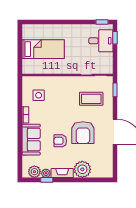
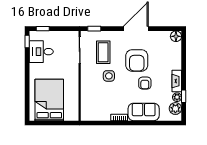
desk: (101, 41) -> (41, 52), moved, turned -90
bed: (43, 49) -> (49, 100), width x1.50
side table: (39, 95) -> (109, 76), moved
armchair: (83, 133) -> (137, 60), turned 90
plant: (82, 169) -> (173, 61), removed
floor lamp: (107, 172) -> (176, 36), added

